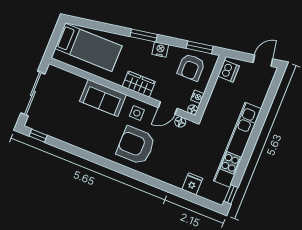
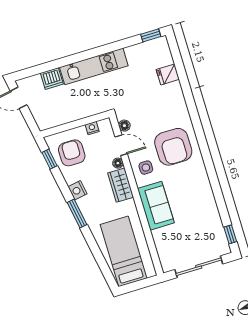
window: (200, 47) -> (50, 159), width x0.67
armchair: (191, 67) -> (72, 153), turned -90
dishwasher: (228, 71) -> (52, 79), moved, turned 180
floor lamp: (193, 110) -> (118, 163), moved
kitchen unit: (237, 145) -> (94, 66), width x0.73

